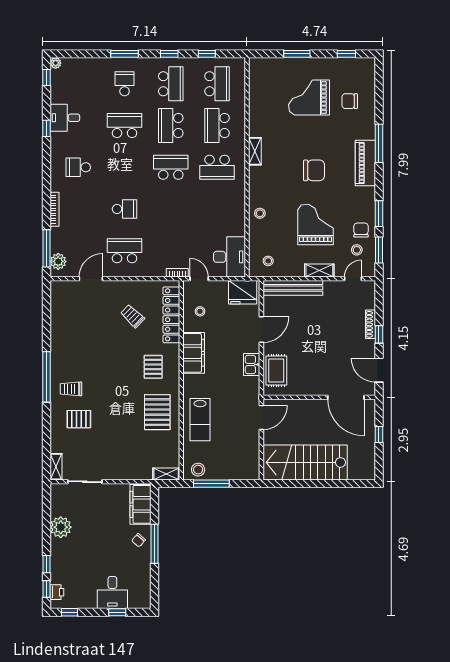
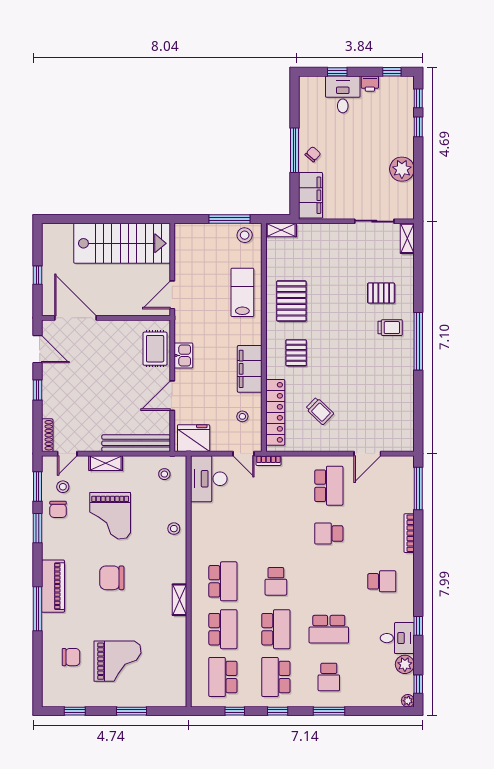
school desk: (171, 167) -> (276, 581), width x0.54
school desk: (217, 167) -> (223, 581), turned 90
school desk: (125, 251) -> (329, 486), turned -90
plant: (58, 261) -> (405, 664), moved
shoe rack: (370, 324) -> (47, 435), moved
printer: (57, 592) -> (370, 84), moved, turned -90

